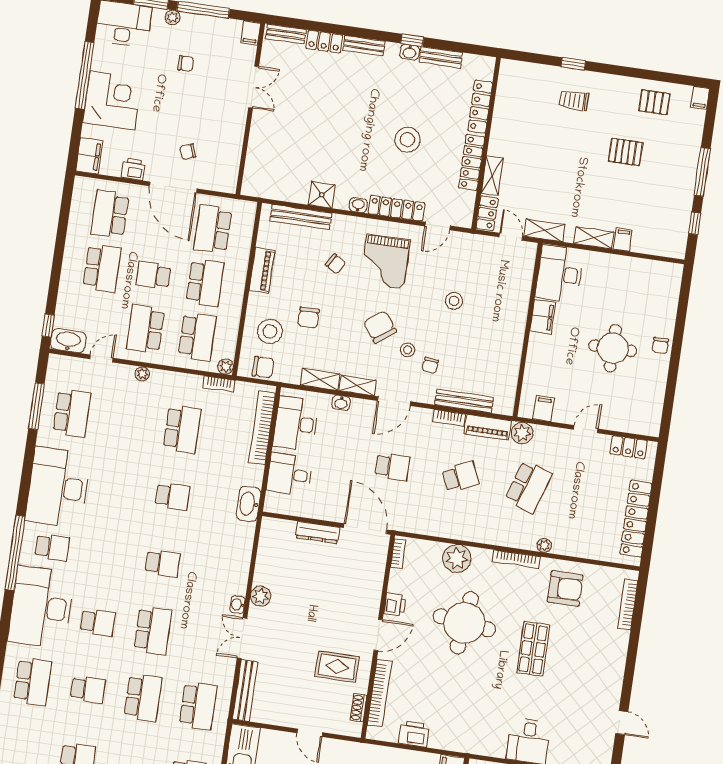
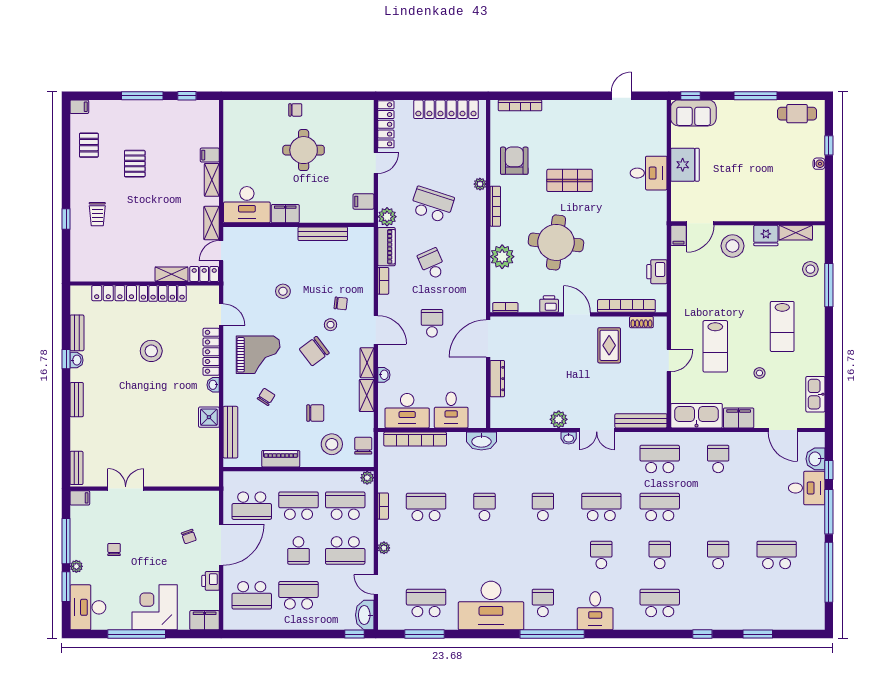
locker: (324, 42) -> (78, 434), removed
bookcase: (219, 384) -> (383, 506), moved
bench: (464, 401) -> (323, 234), moved, turned 90
door: (586, 429) -> (376, 163), swing flipped
locker: (629, 447) -> (386, 124), width x1.53
desk: (41, 607) -> (595, 611), width x0.53, depth x0.77

